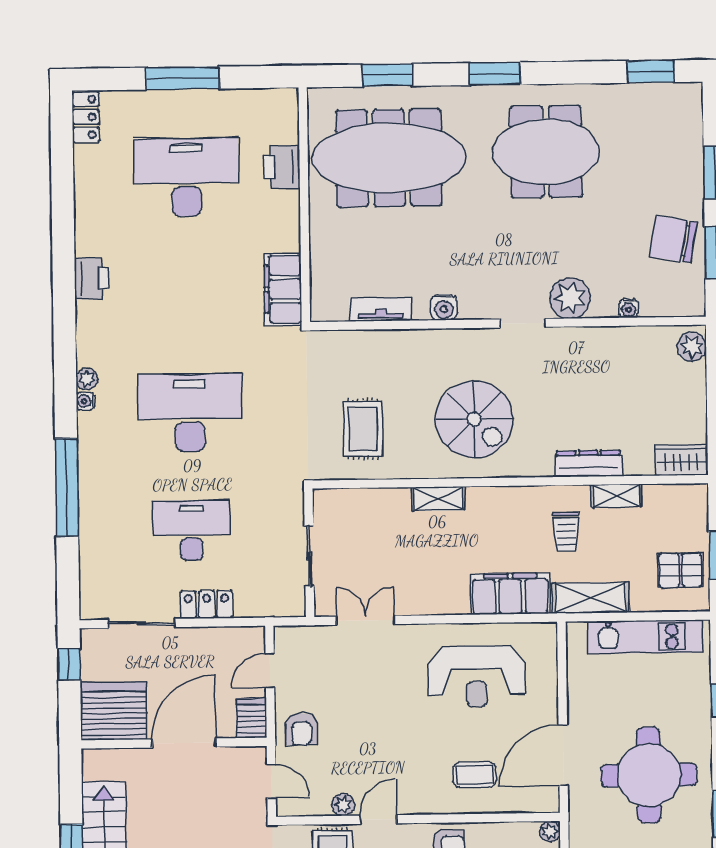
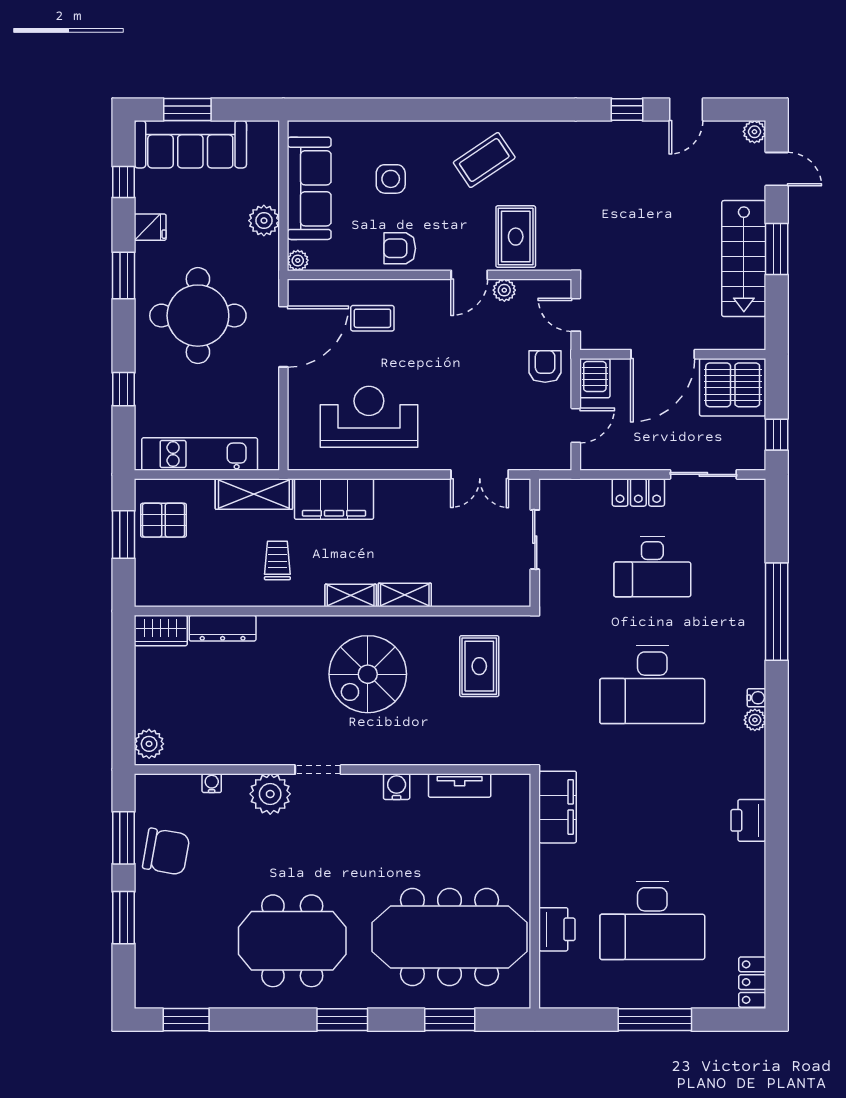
spiral stairs: (474, 419) -> (368, 674), turned -90
dresser: (588, 464) -> (223, 628), moved
shelving: (616, 496) -> (351, 595), moved

